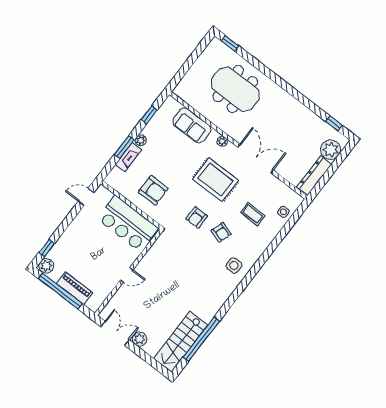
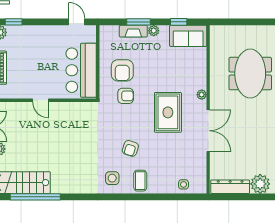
sofa: (192, 125) -> (188, 36), moved, turned -90
coffee table: (253, 214) -> (140, 181), moved
armchair: (197, 217) -> (126, 96), moved, turned 180

